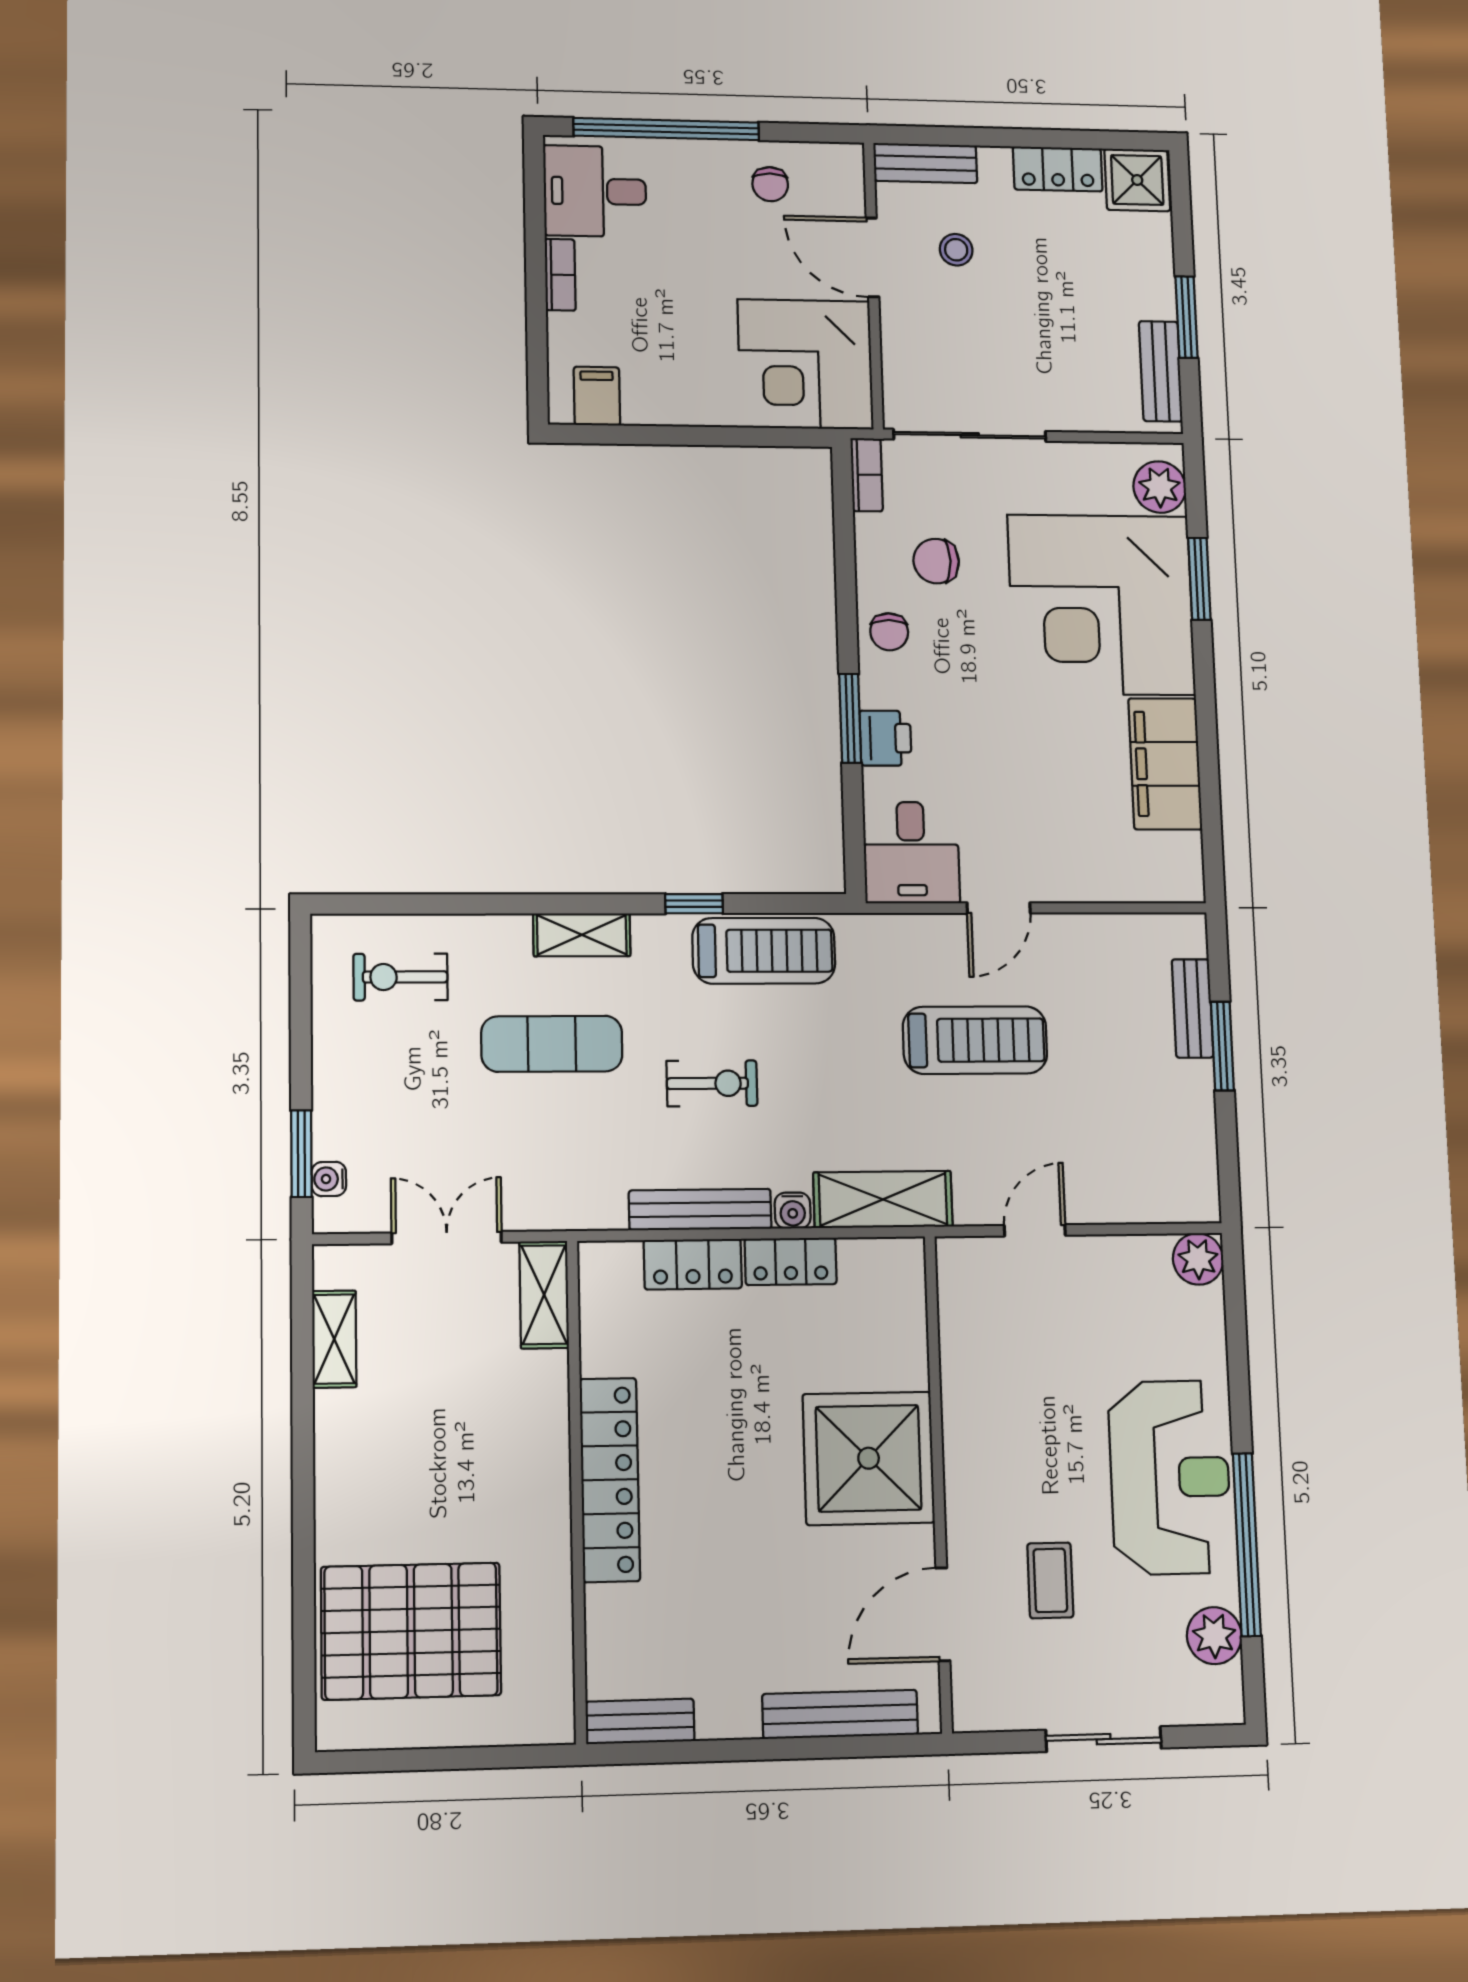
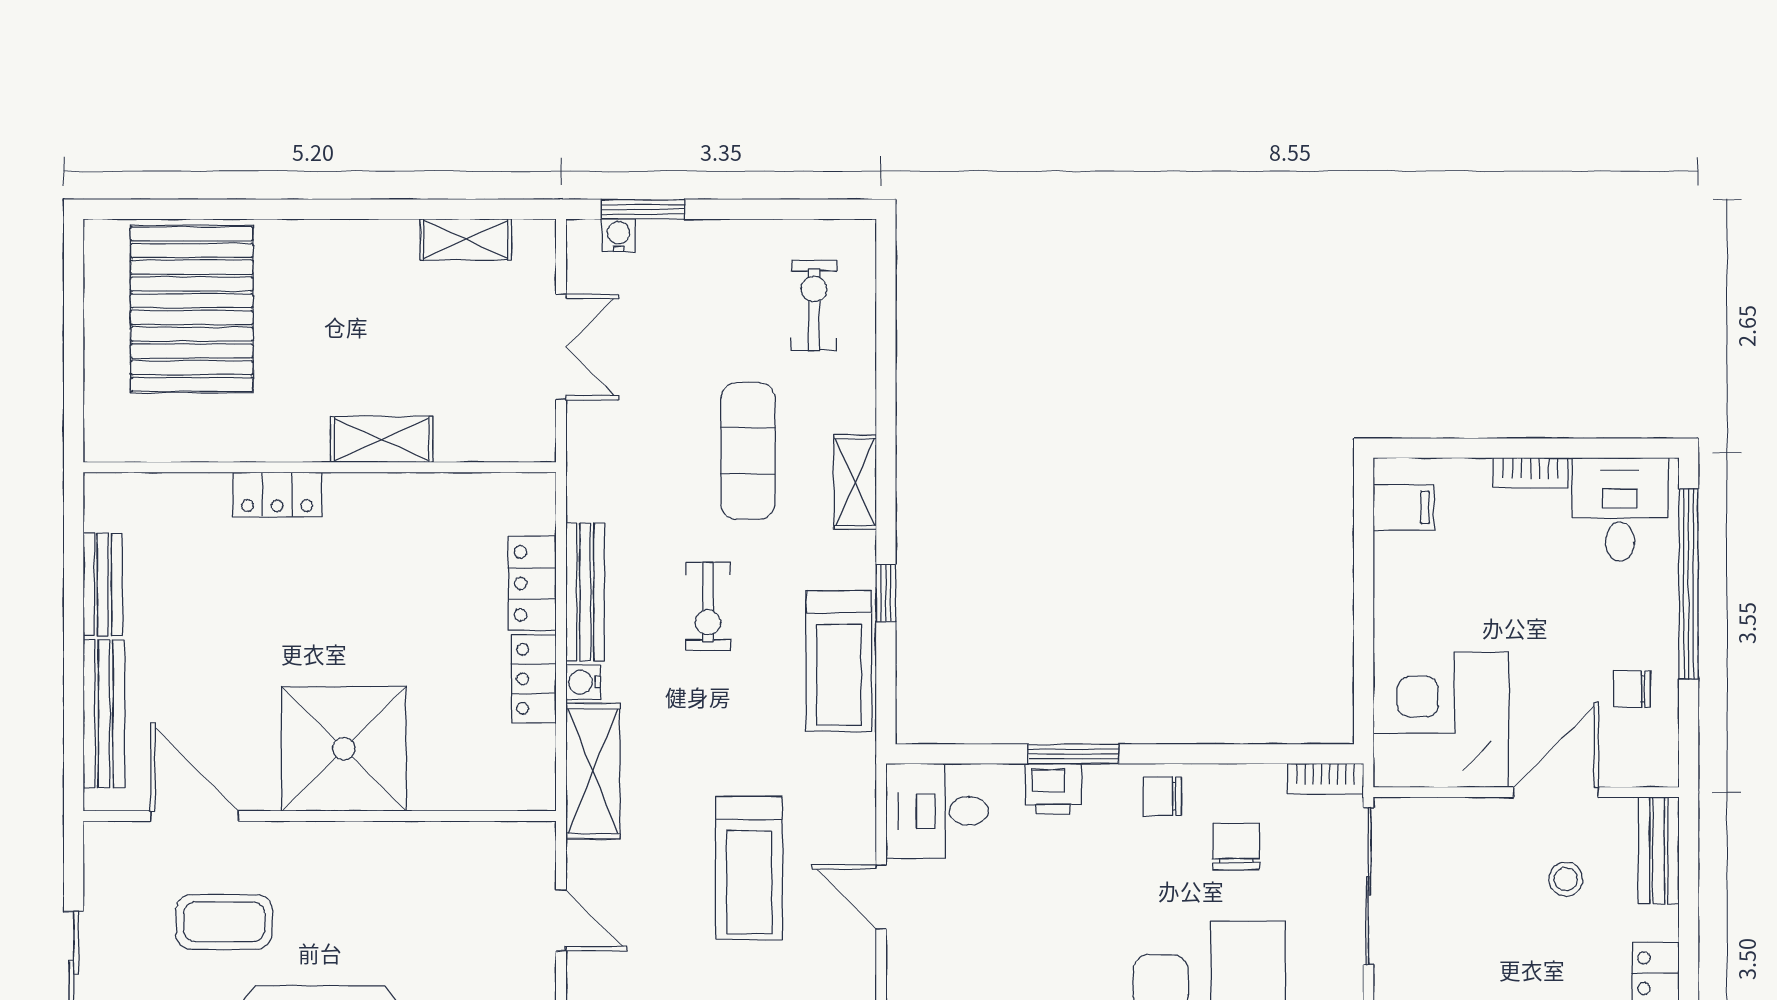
shelving: (544, 1295) -> (382, 439), moved
locker: (610, 1480) -> (277, 494), width x0.46, depth x0.83
coffee table: (1050, 1580) -> (224, 922), width x1.36, depth x1.30
bench: (640, 1721) -> (103, 585), moved

